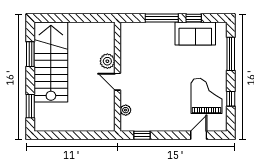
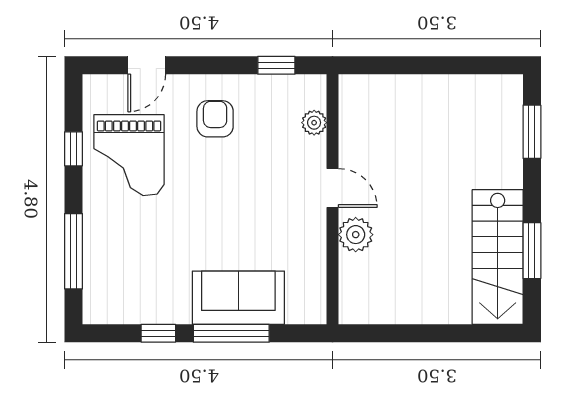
sofa: (195, 34) -> (238, 298), moved
stairs: (51, 62) -> (498, 257), width x0.73, depth x0.66
armchair: (169, 112) -> (215, 119), added

